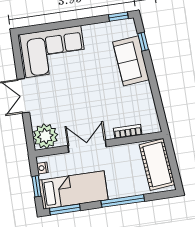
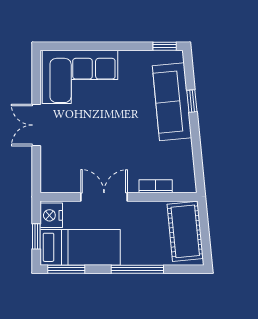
window: (143, 42) -> (192, 101), moved
sofa: (131, 61) -> (172, 102), width x1.36
plant: (45, 136) -> (56, 177), removed
nightstand: (42, 168) -> (51, 215), width x1.89, depth x1.79

